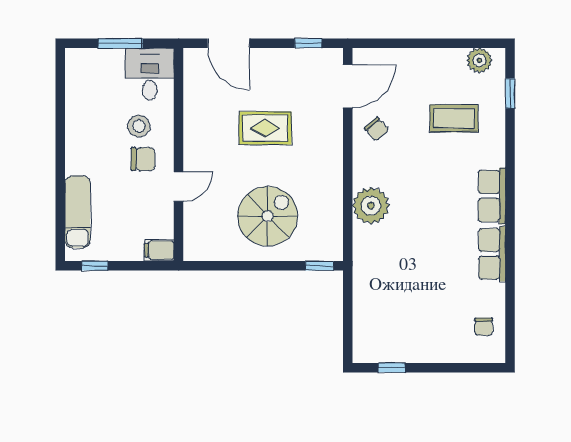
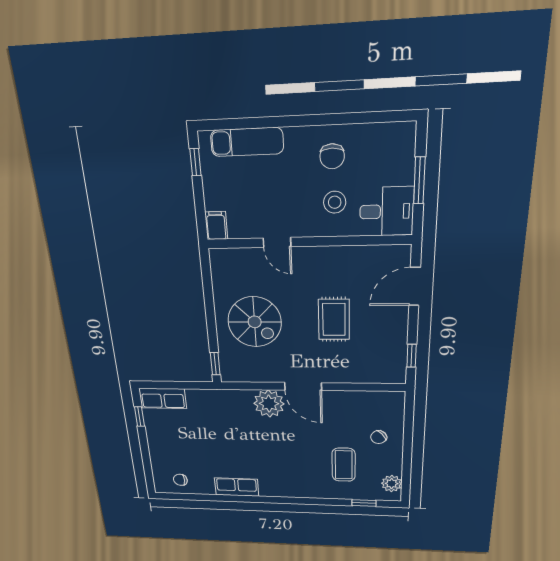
door: (348, 86) -> (303, 386), moved
chair: (377, 129) -> (379, 437), moved
chair: (143, 159) -> (332, 156), moved
row of seats: (492, 196) -> (163, 398), moved, turned 180

